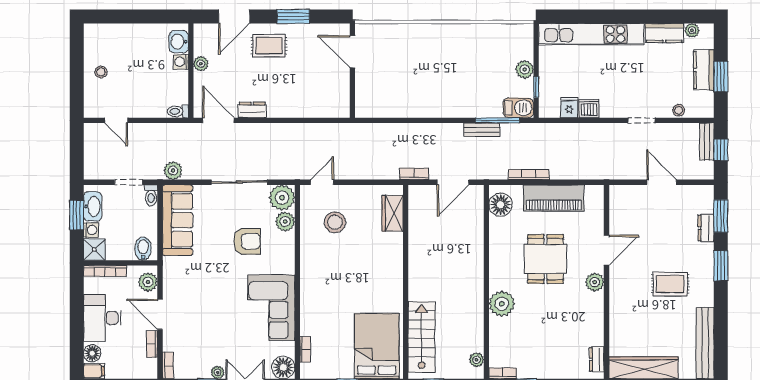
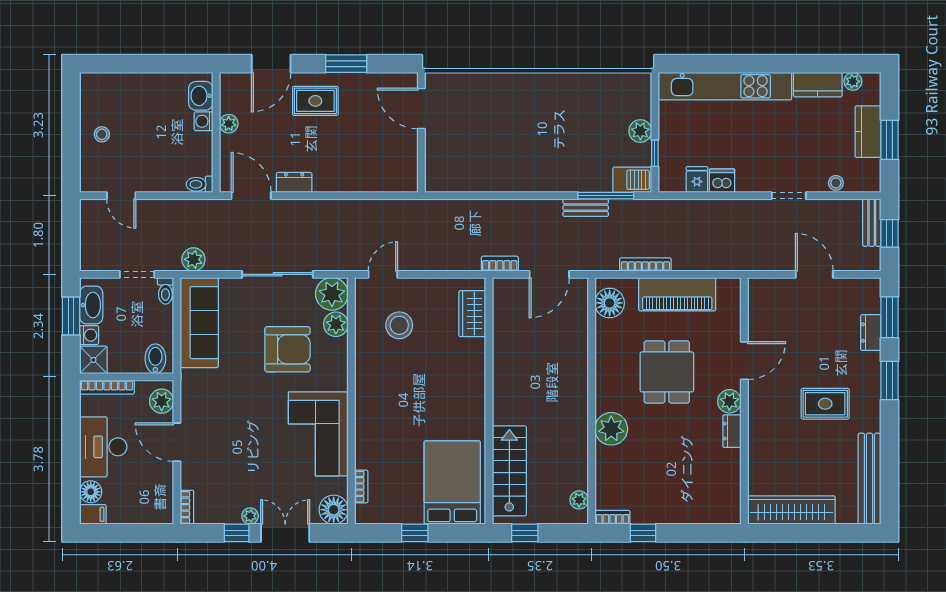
armchair: (247, 241) -> (287, 349), width x1.36, depth x1.36
bookcase: (152, 344) -> (167, 480), removed
dresser: (597, 359) -> (732, 431), moved

